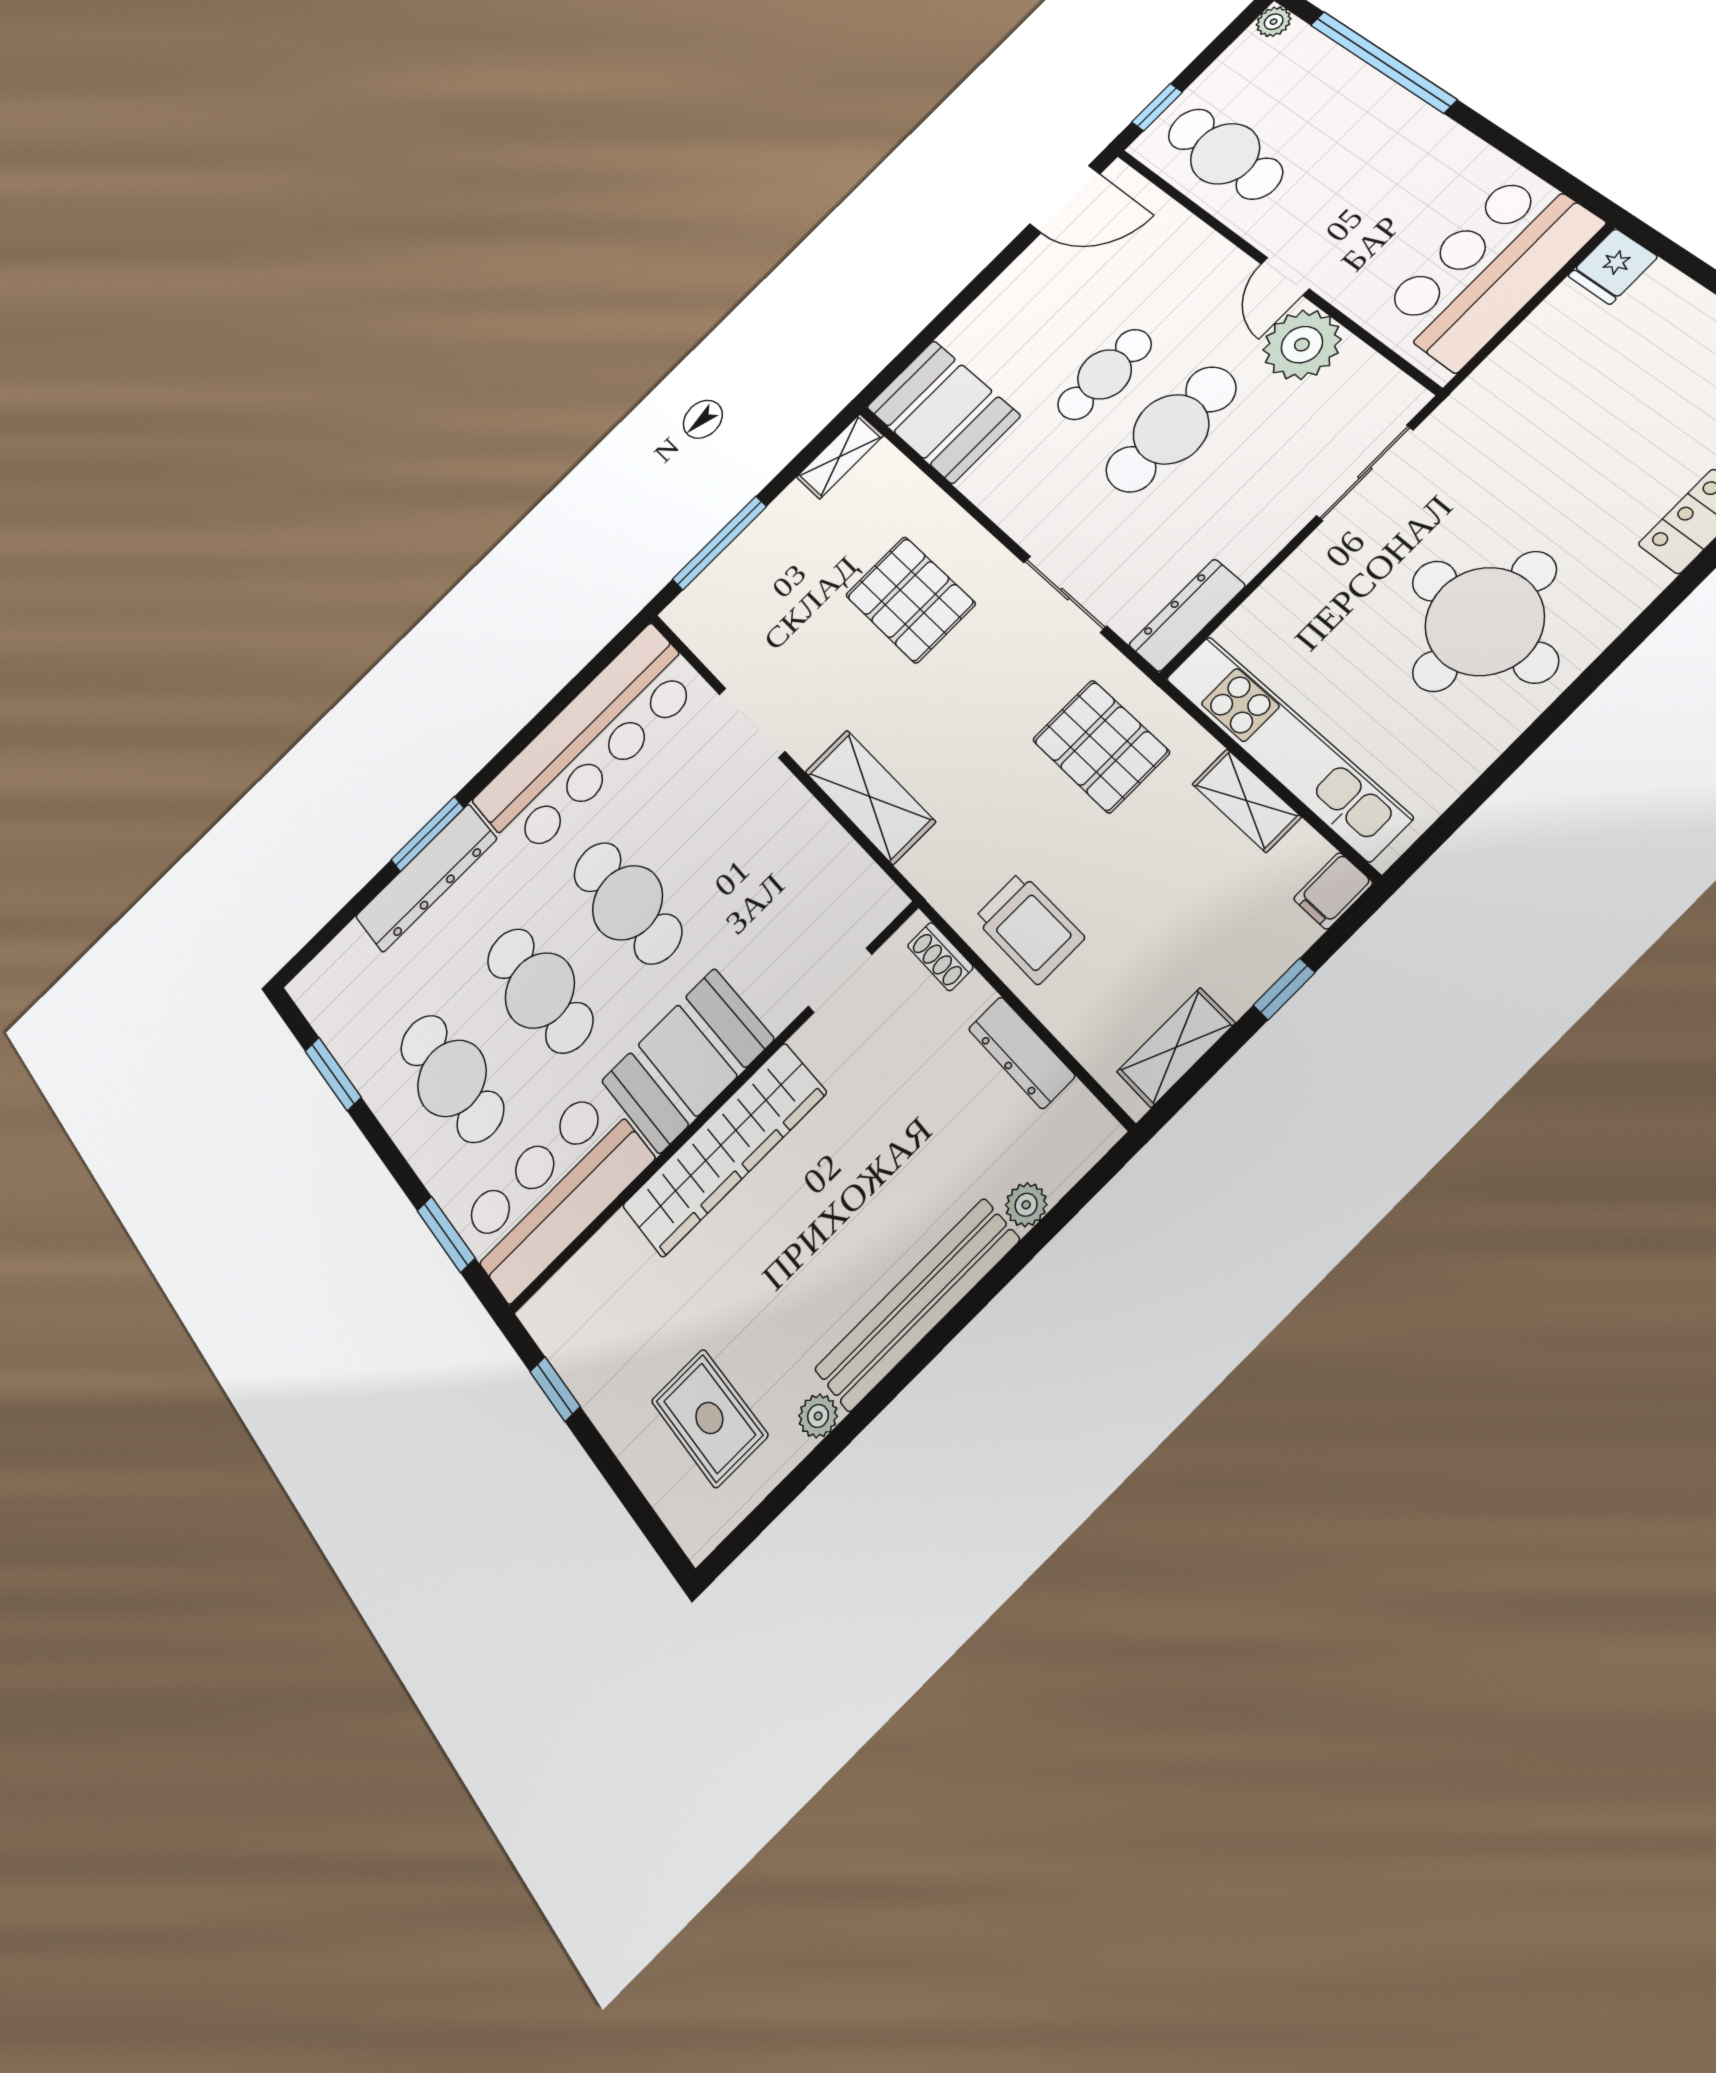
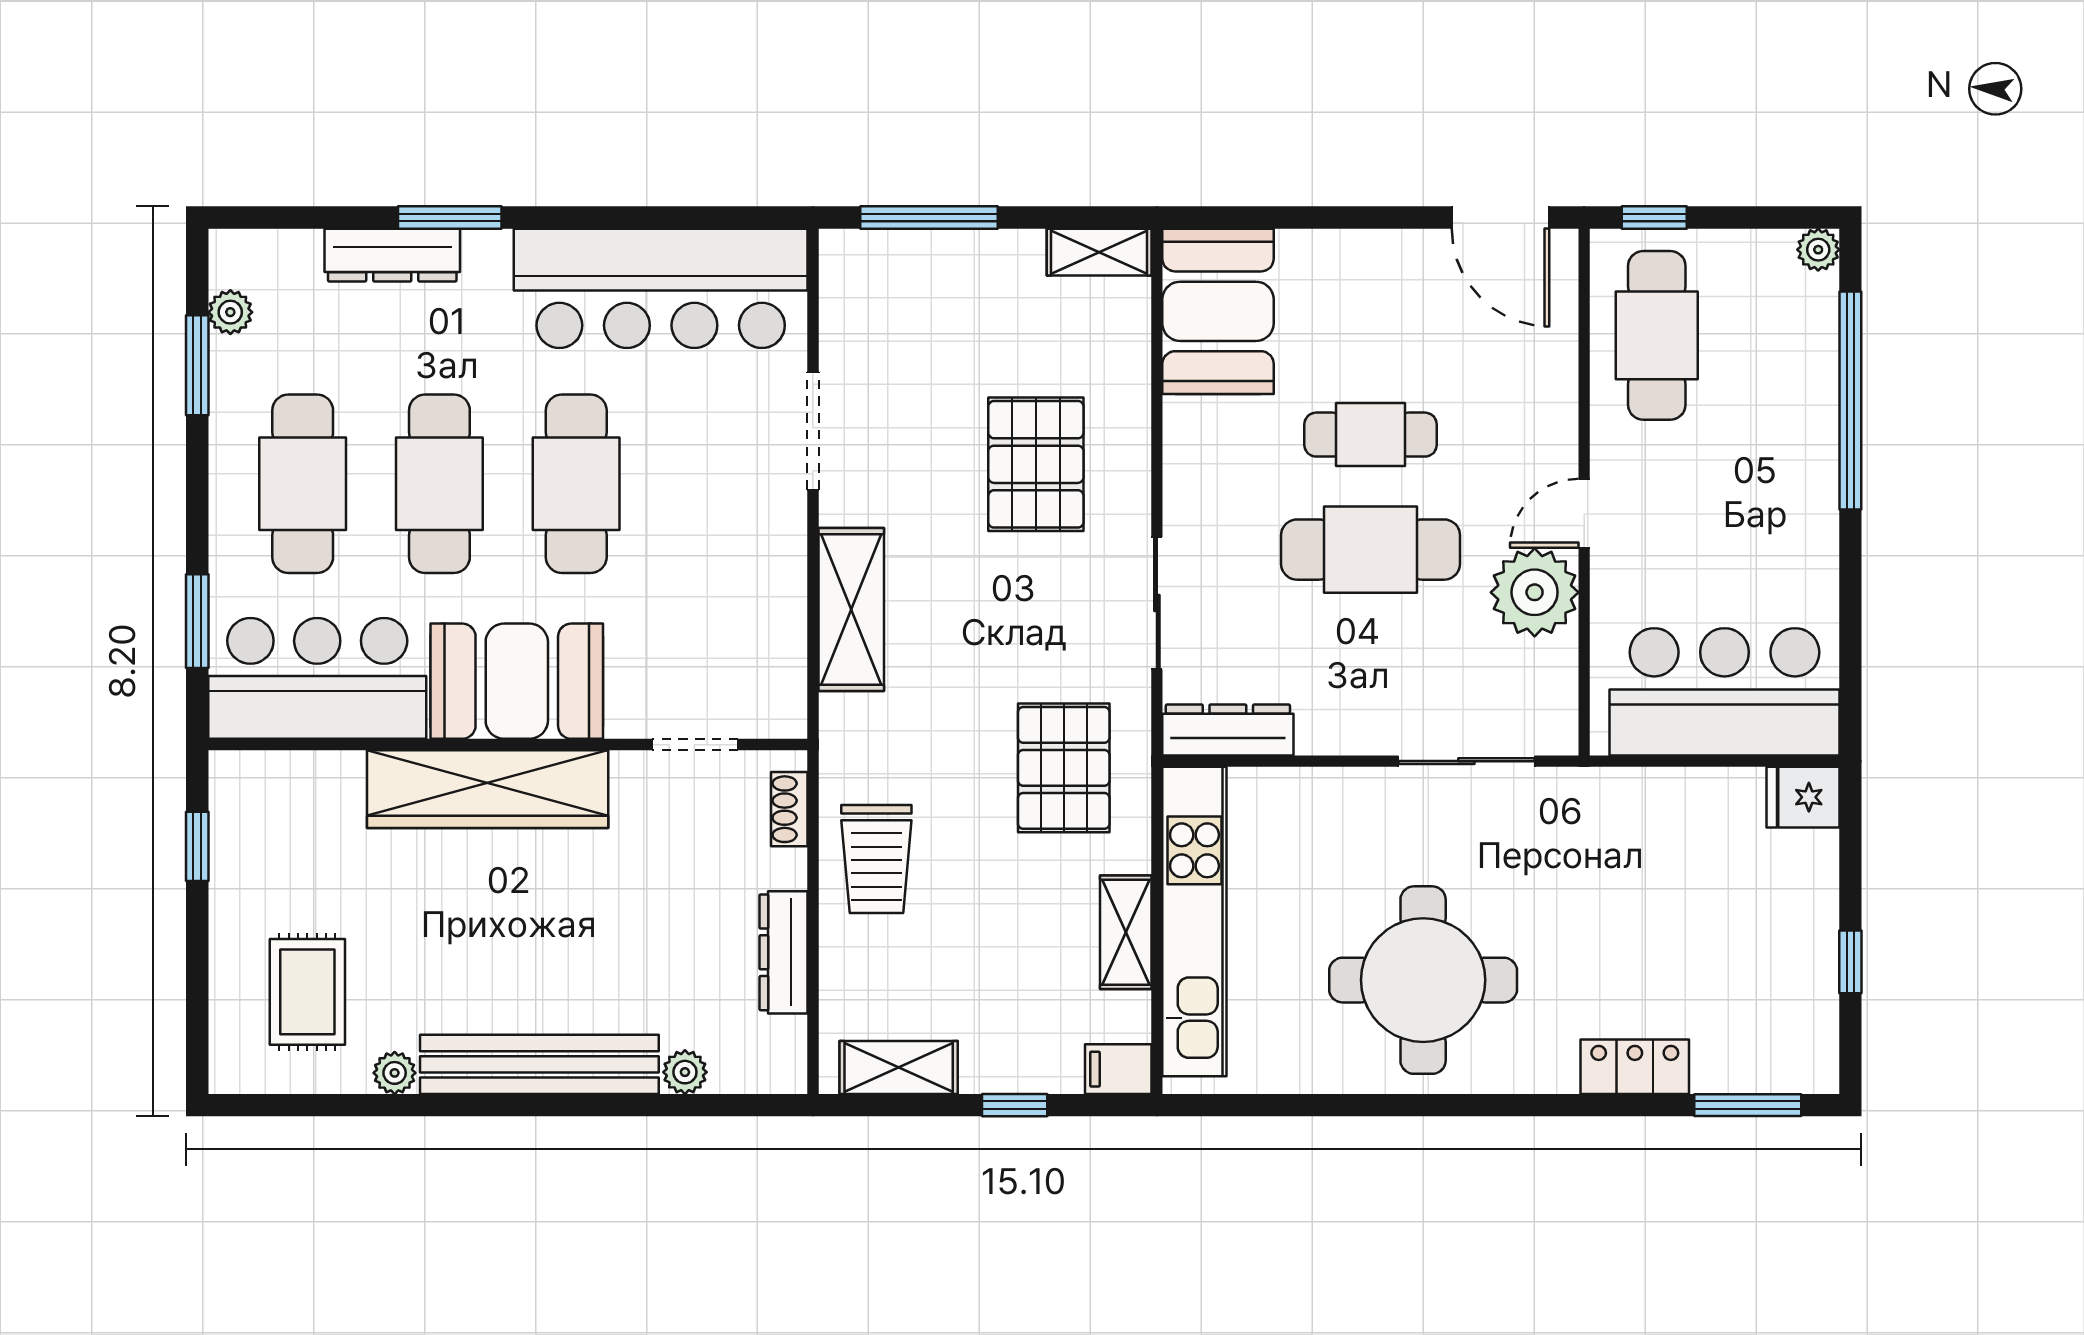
dresser: (426, 878) -> (392, 255), width x0.73, depth x0.80
plant: (332, 1022) -> (230, 312), added

